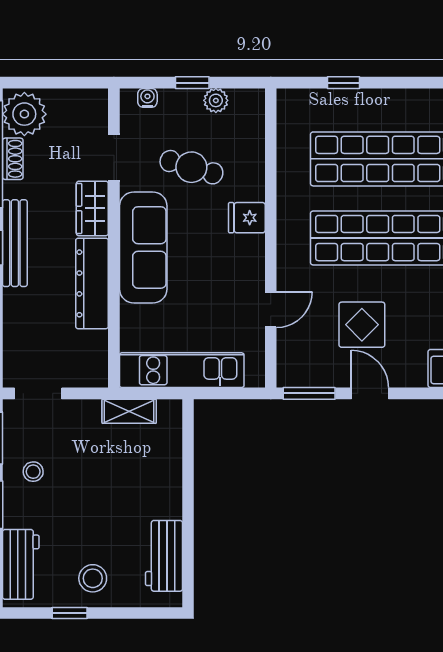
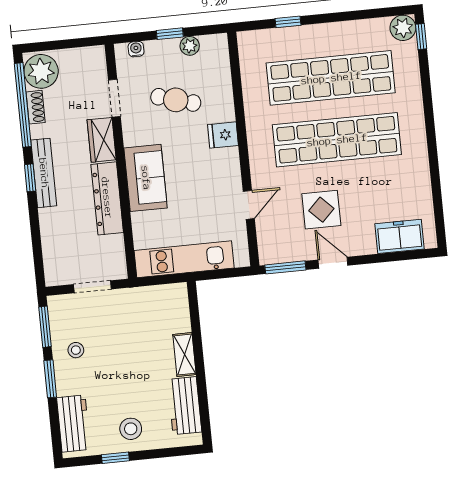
sofa: (143, 247) -> (146, 178), width x0.73
doorway: (38, 393) -> (92, 287), moved
shelving: (129, 411) -> (184, 355), moved, turned 90

